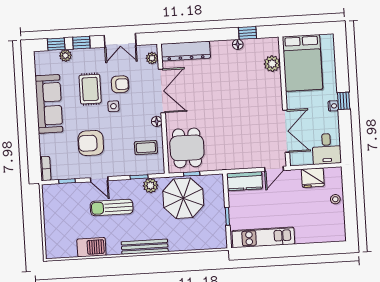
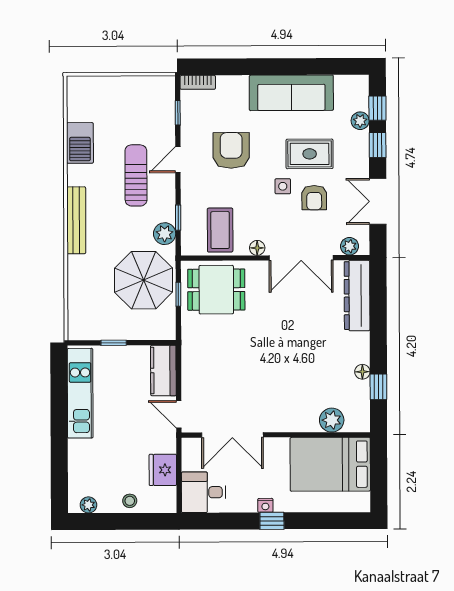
coffee table: (146, 148) -> (220, 230), width x1.36, depth x1.30
plant: (340, 227) -> (88, 505), added

